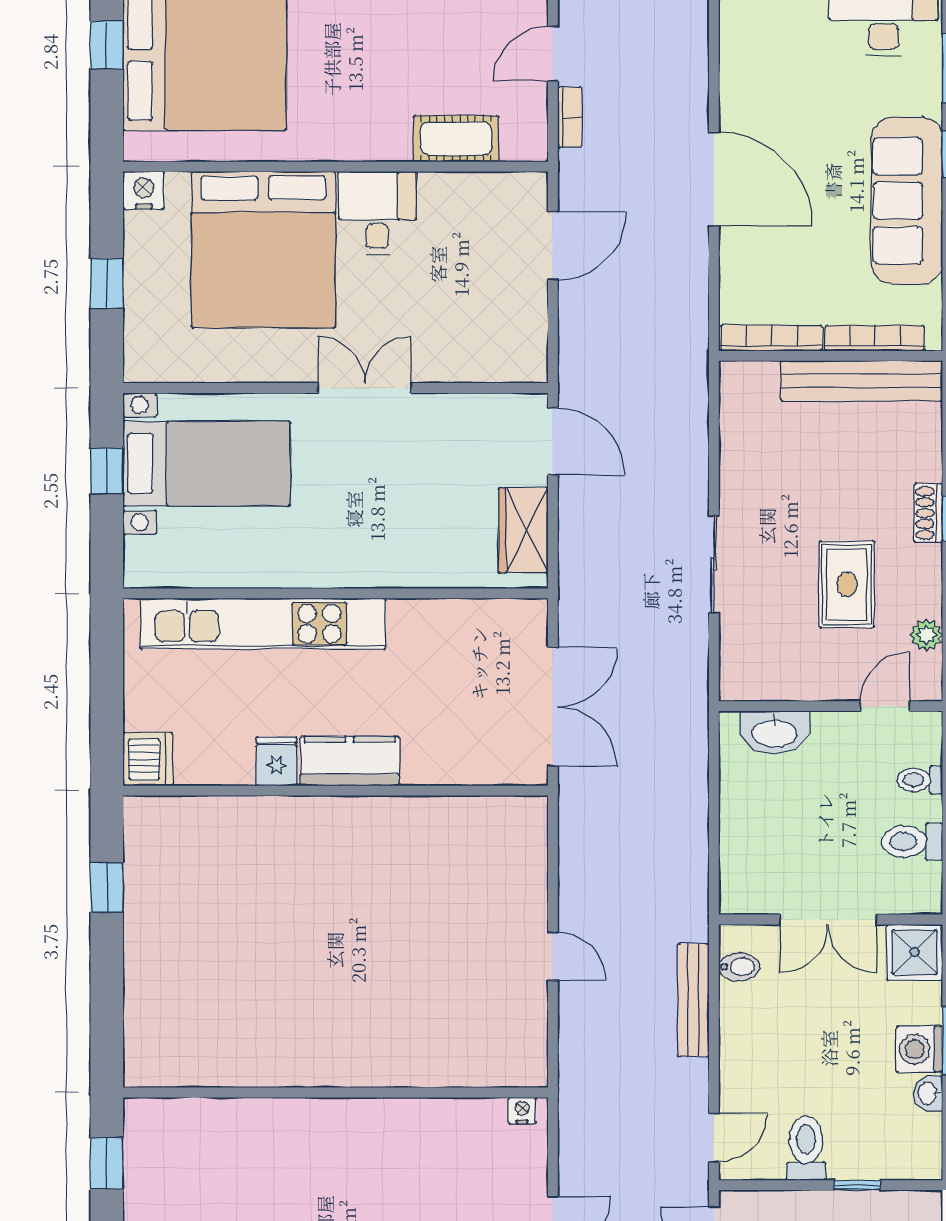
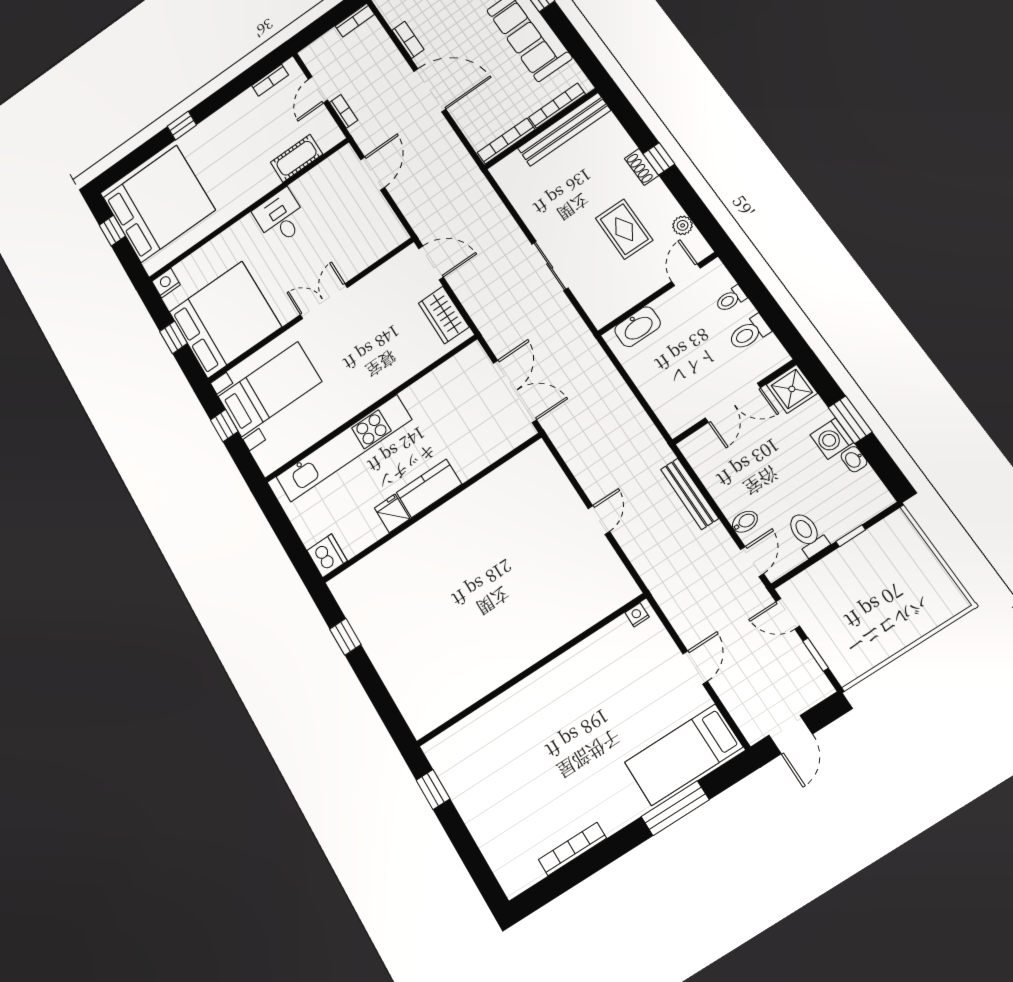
bookcase: (732, 76) -> (408, 40), added
bed: (263, 250) -> (225, 319), moved, turned -90
door: (553, 956) -> (599, 520), hinge flipped
bidet: (739, 967) -> (745, 522), moved

